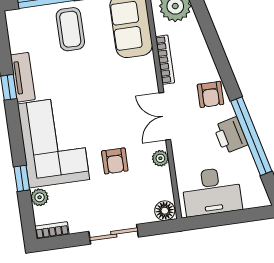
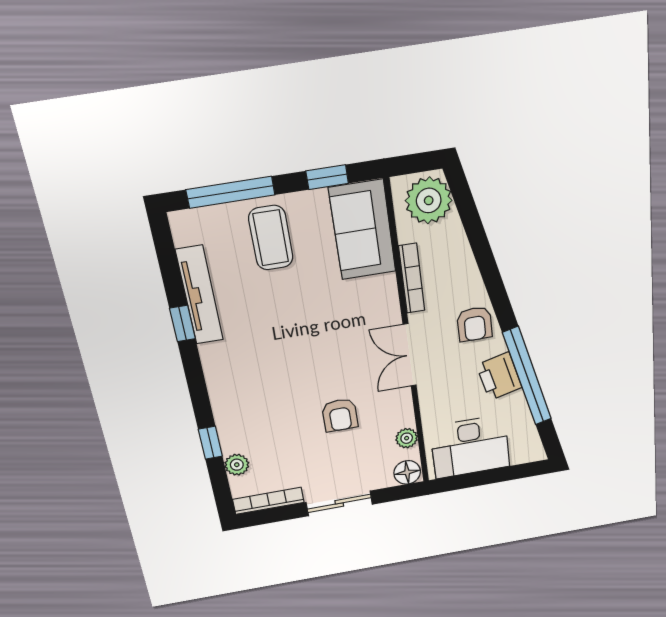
tv unit: (23, 77) -> (200, 295), width x1.41
corner sofa: (53, 142) -> (253, 394), removed
plant: (160, 158) -> (407, 438), moved
bookcase: (52, 230) -> (268, 501), width x1.56

